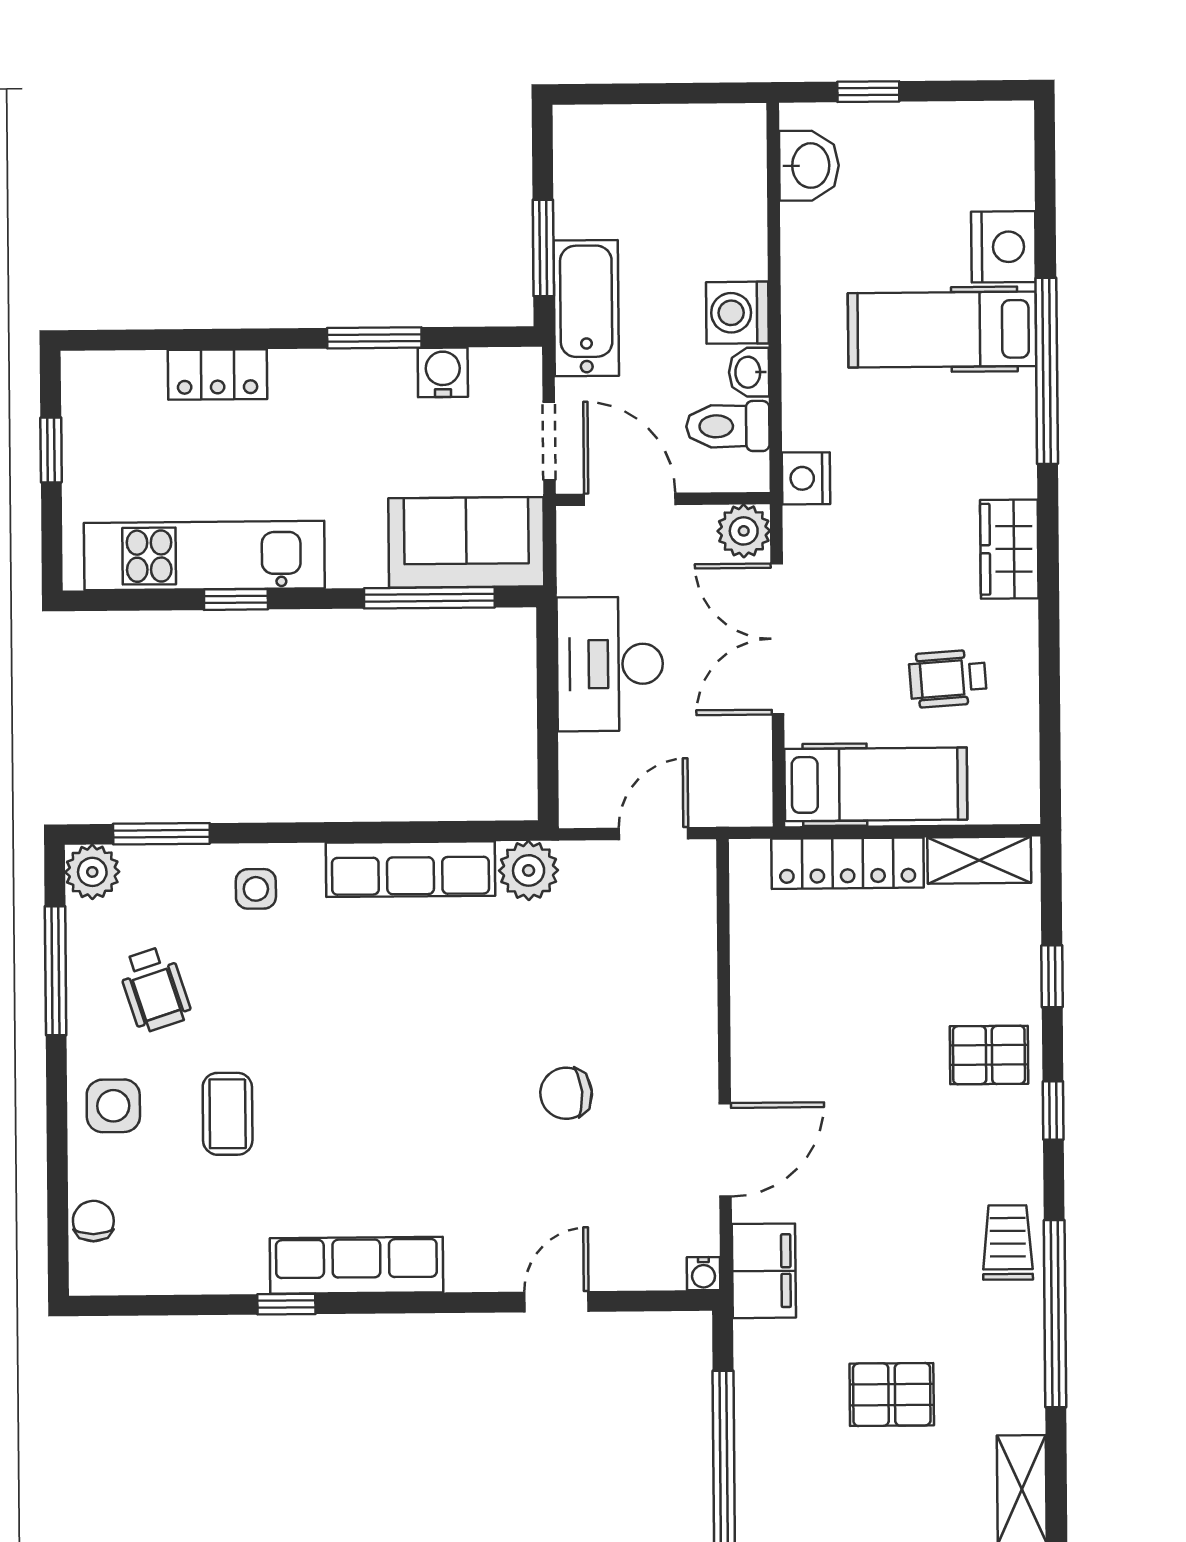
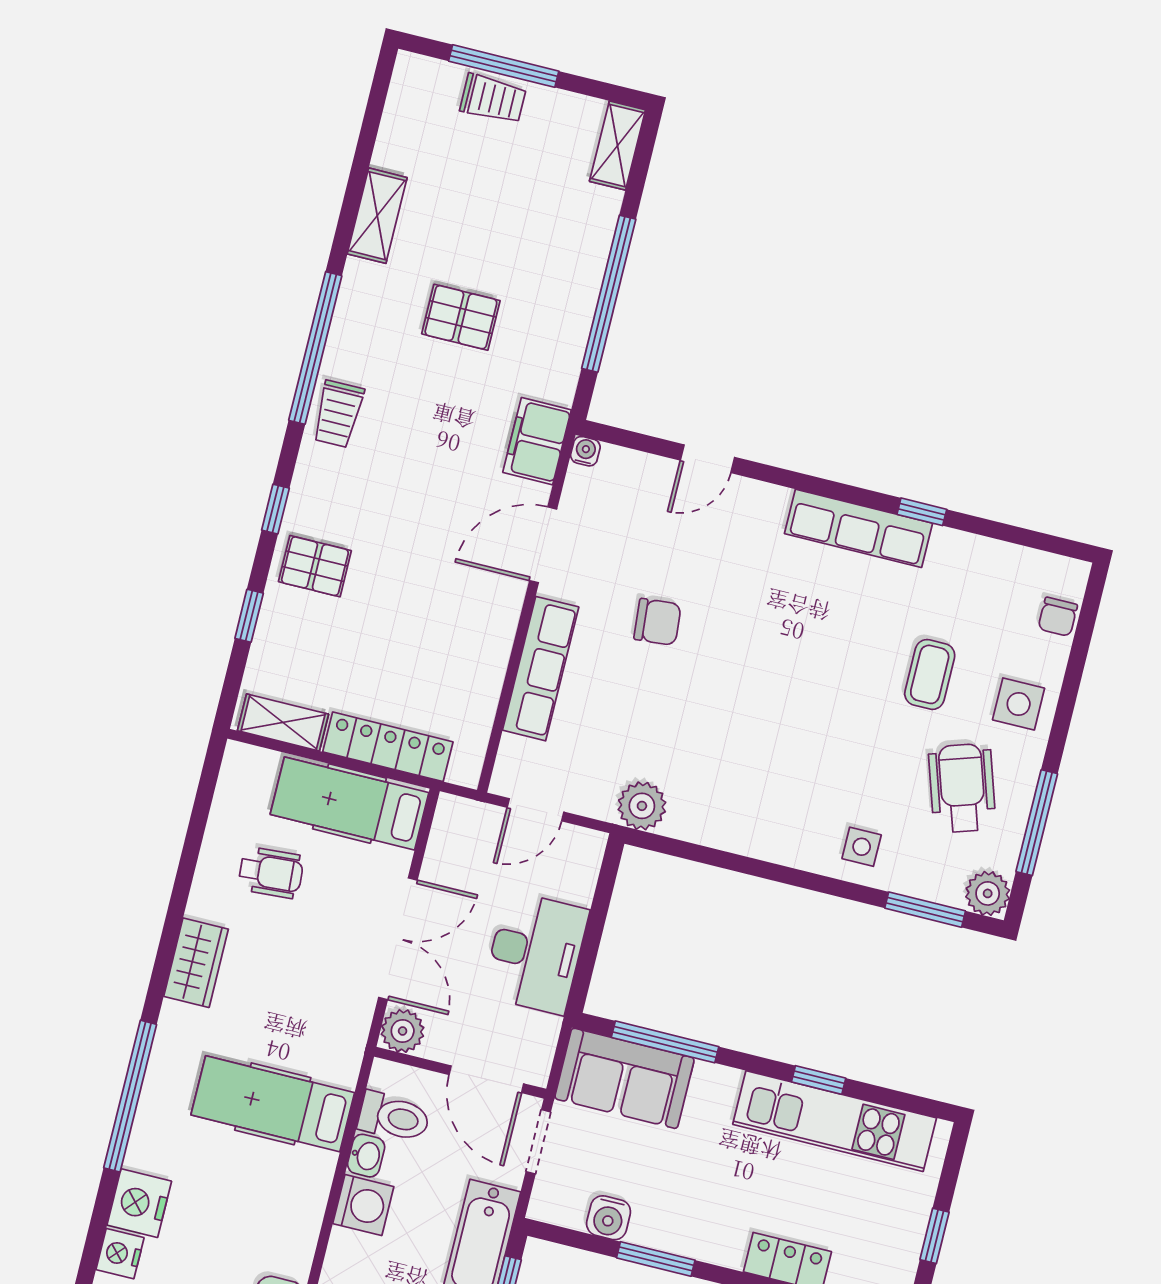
hospital bed: (942, 330) -> (273, 1104), moved, turned 180
nightstand: (806, 478) -> (120, 1254), moved, turned 180
row of seats: (410, 869) -> (541, 669), moved, turned 90
wheelchair: (155, 989) -> (962, 788), width x1.36, depth x1.37

